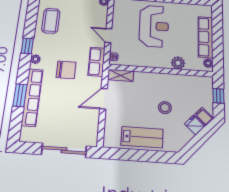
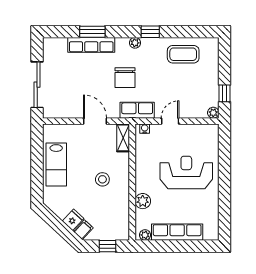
reception desk: (154, 26) -> (186, 172), turned 180
row of seats: (32, 97) -> (91, 45), width x0.73
stool: (165, 108) -> (102, 179), moved

